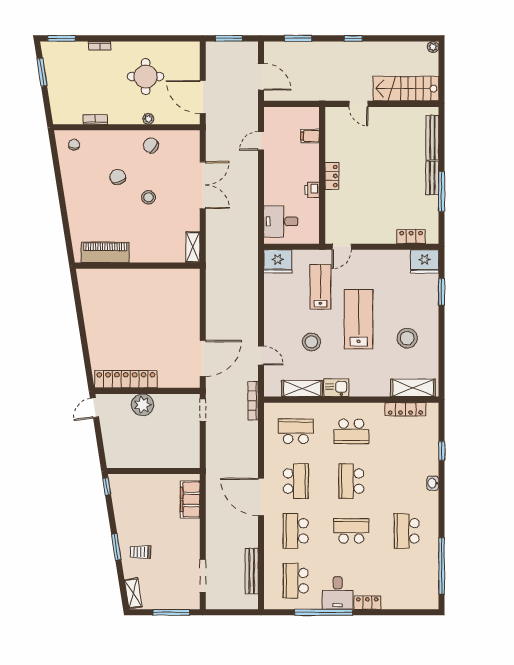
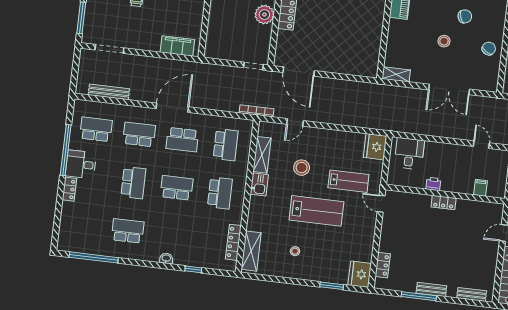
bench: (432, 138) -> (472, 294), width x0.73
stool: (407, 338) -> (295, 251), width x0.53, depth x0.53
school desk: (351, 431) -> (220, 193), turned 180

